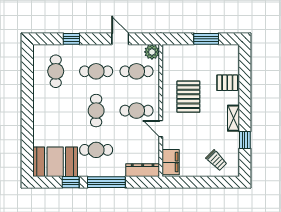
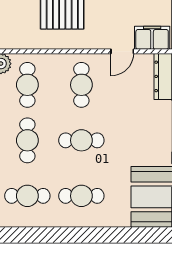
door: (161, 129) -> (122, 51), moved
cafe table: (96, 150) -> (81, 196), moved, turned 90

